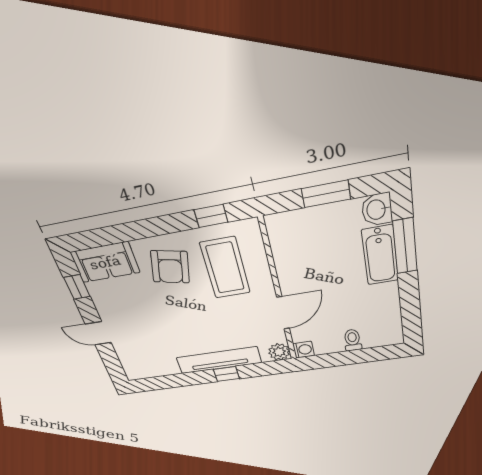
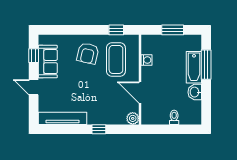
washbasin: (377, 210) -> (195, 92), moved
sofa: (105, 262) -> (48, 62), moved, turned -90
door: (283, 313) -> (140, 93), swing flipped
washing machine: (304, 350) -> (146, 60), moved
tv unit: (219, 360) -> (62, 118), moved

